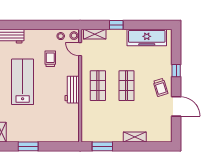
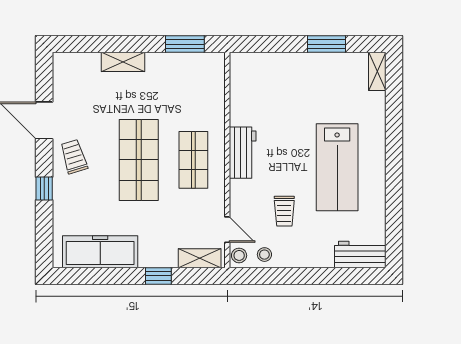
shop shelf: (127, 86) -> (139, 160), width x1.43, depth x1.36

